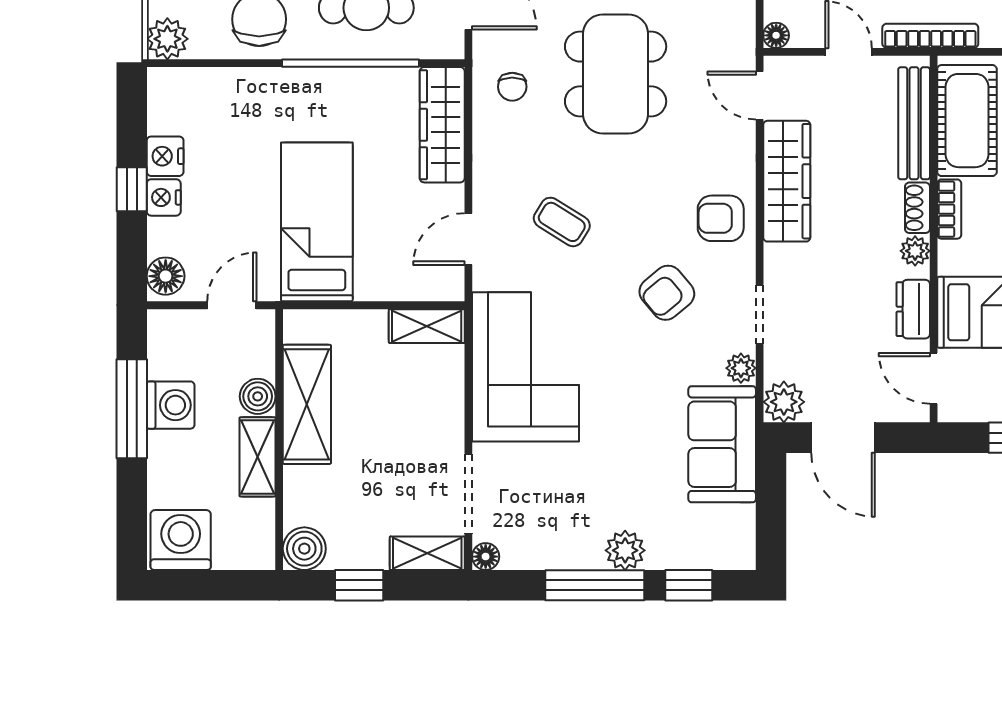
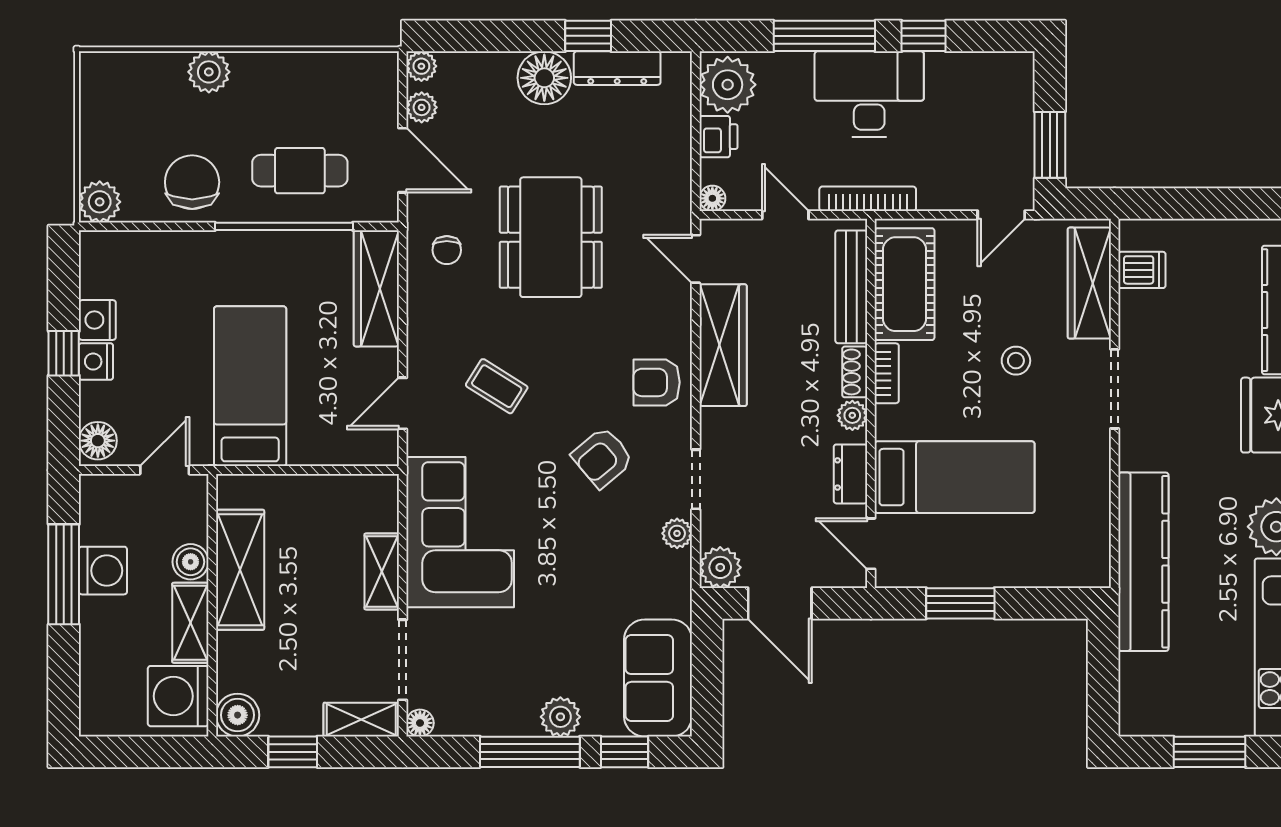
shelving: (427, 326) -> (382, 571), moved, turned 90
sofa: (722, 444) -> (658, 678), moved
washing machine: (181, 540) -> (178, 696), moved, turned -90

